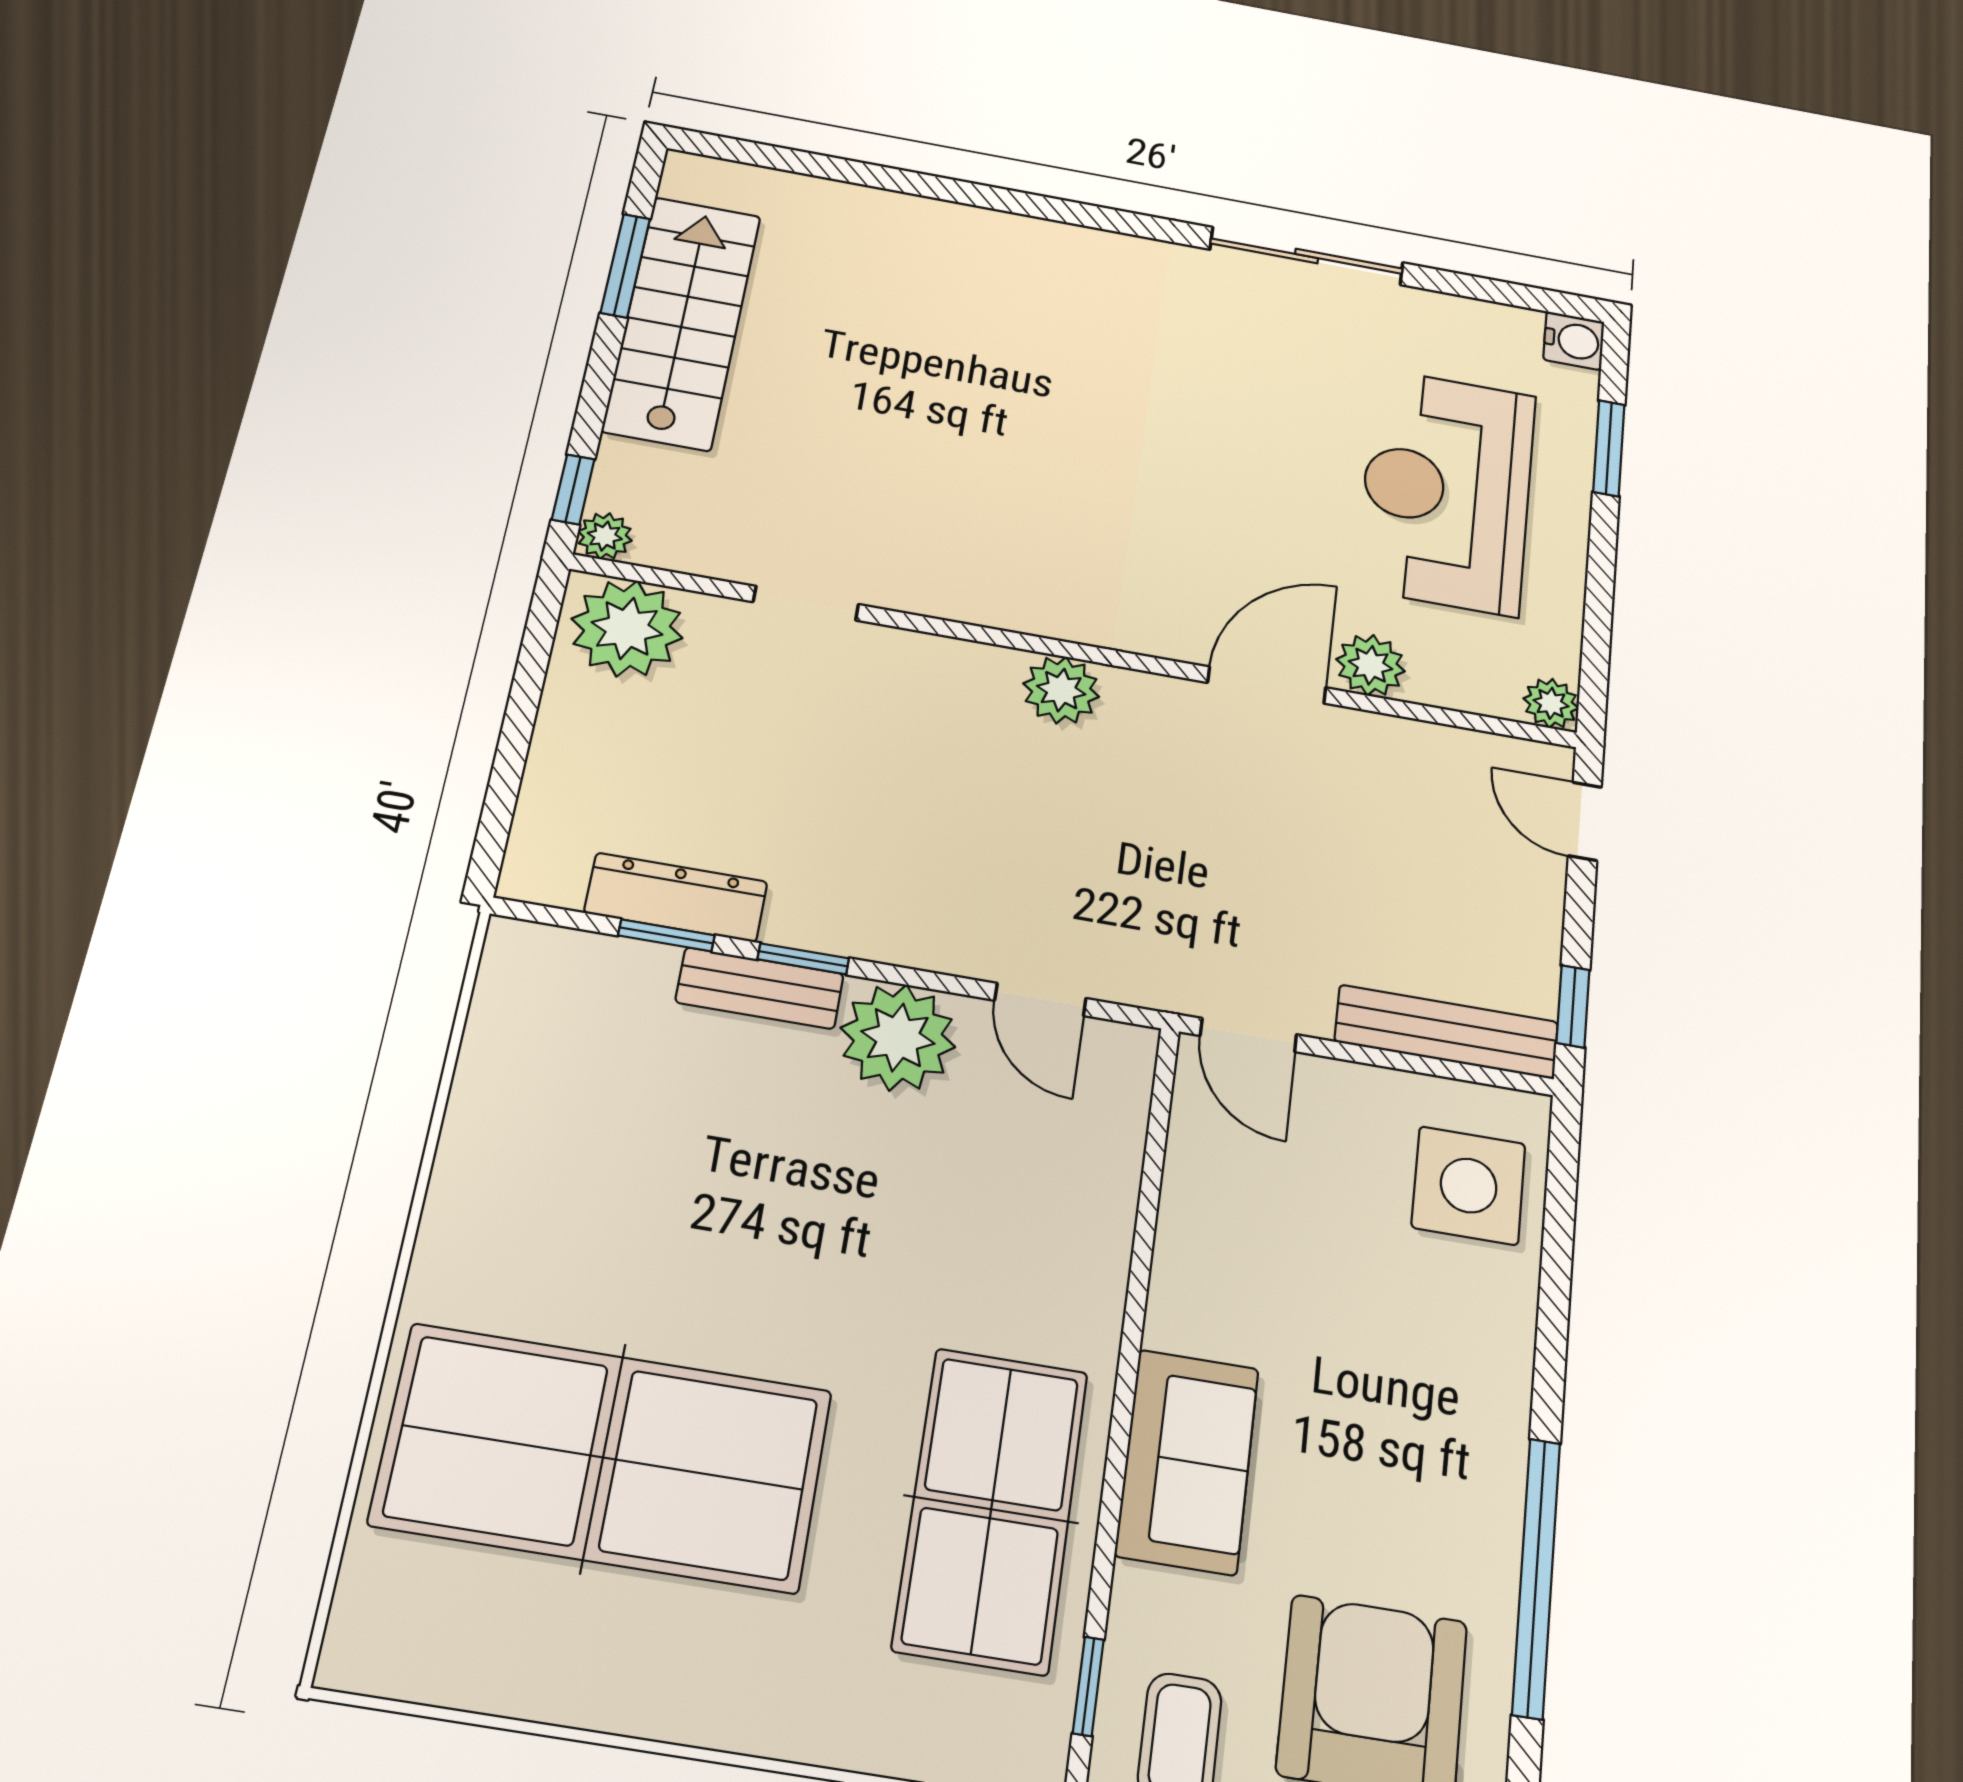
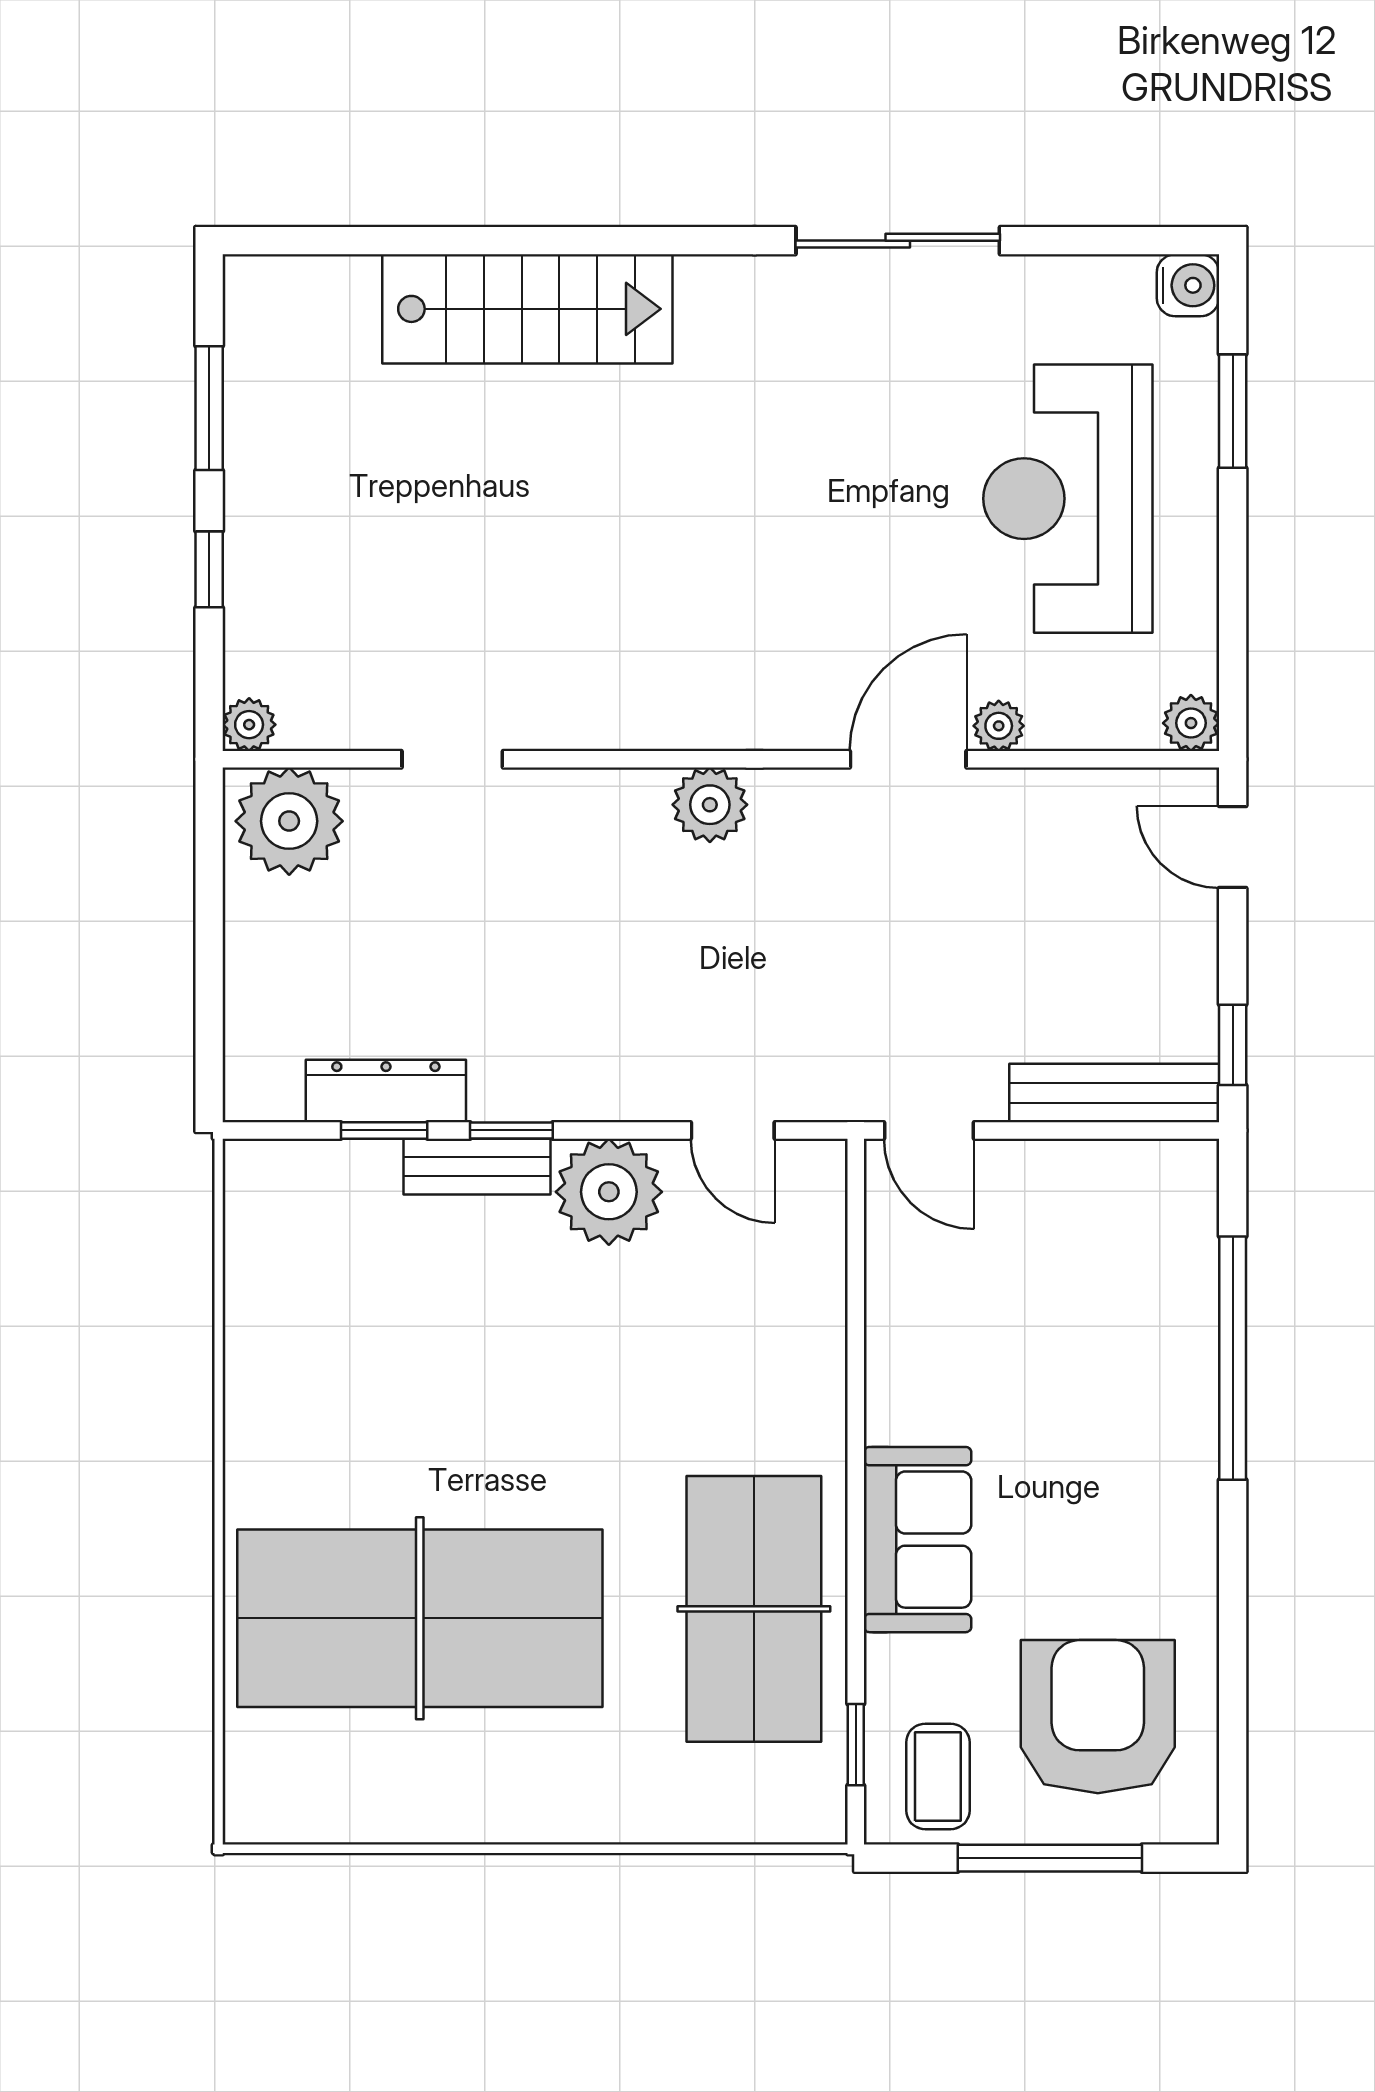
stairs: (682, 322) -> (527, 309), moved, turned 90
window: (573, 489) -> (209, 569), moved
plant: (1371, 665) -> (999, 726), width x0.73, depth x0.73
side table: (1469, 1186) -> (1146, 1242), removed
window: (1536, 1577) -> (1233, 1358), moved

